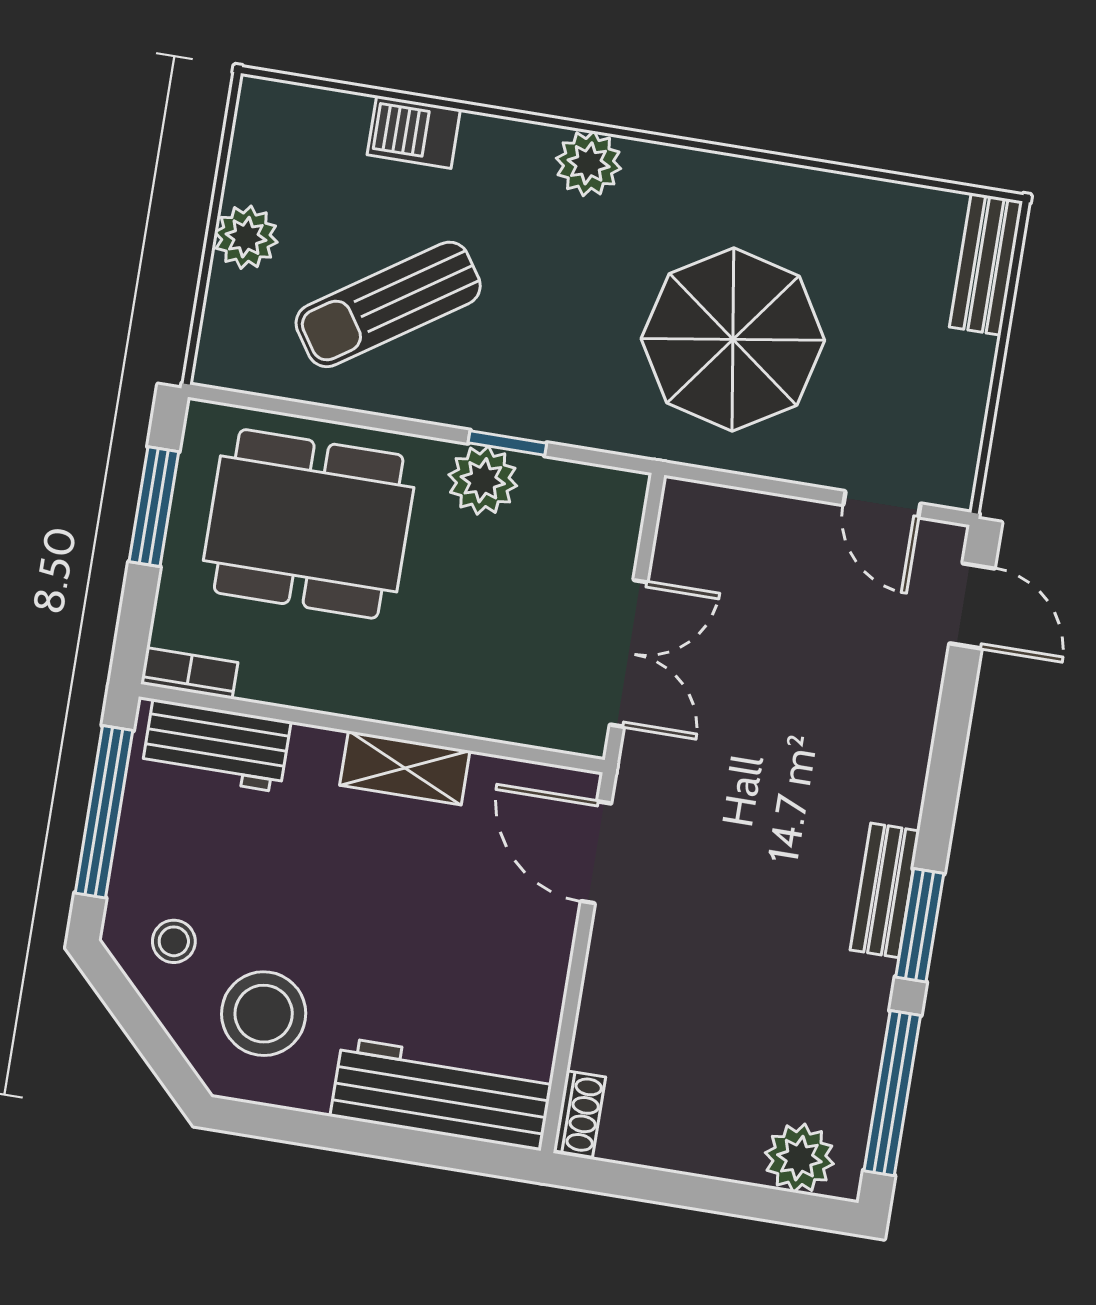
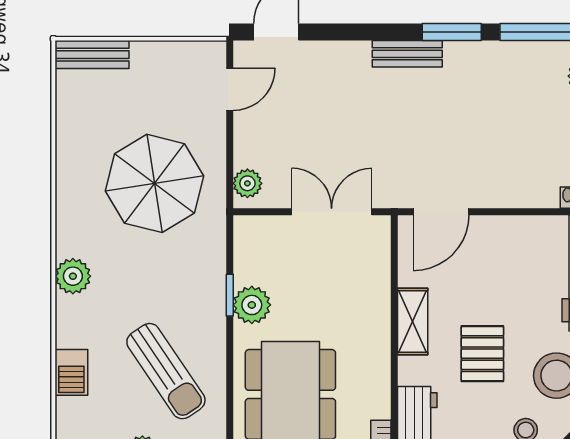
plant: (705, 509) -> (247, 183), added
pallet: (326, 885) -> (482, 354), added
bench: (885, 890) -> (407, 54), moved

